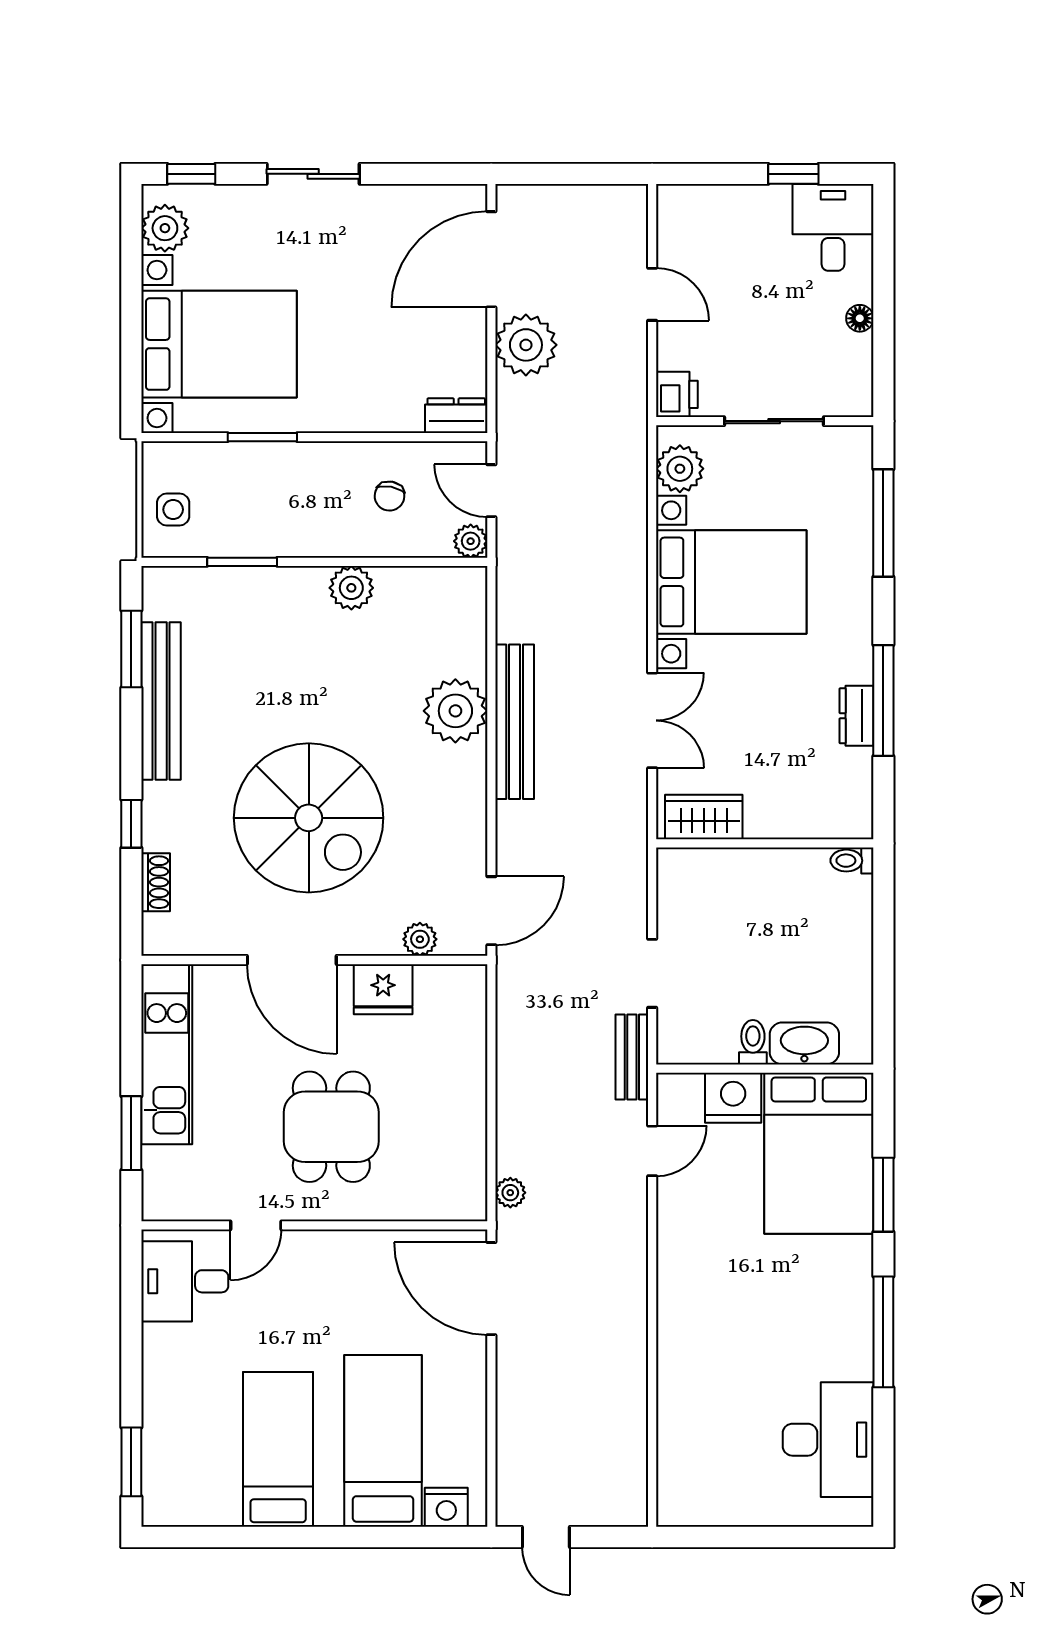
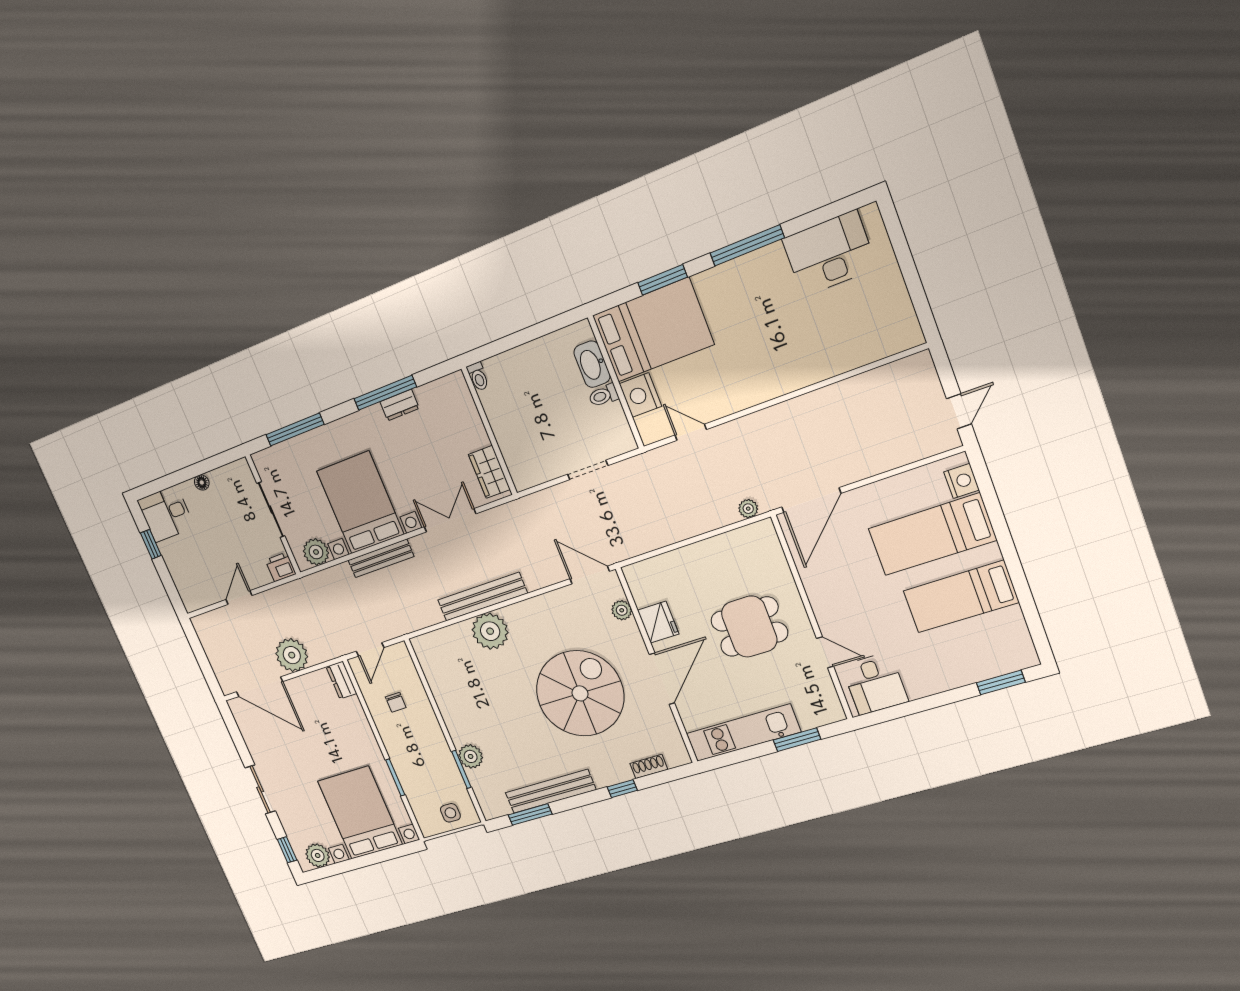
chair: (390, 496) -> (396, 702), turned 79
plant: (471, 541) -> (400, 652), removed
plant: (351, 588) -> (471, 756), moved
bench: (632, 1057) -> (381, 558), moved, width x1.36

